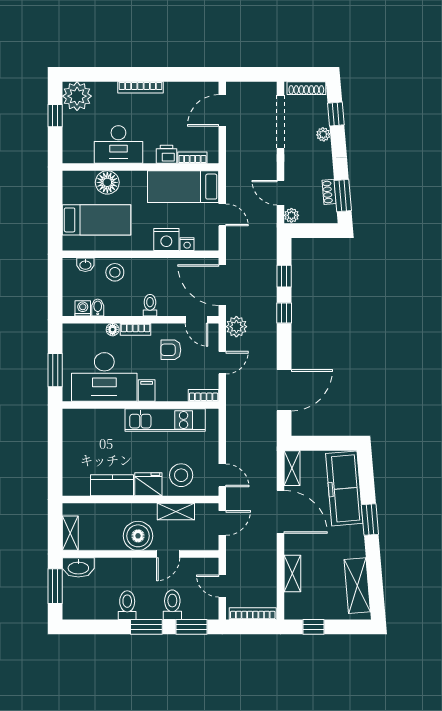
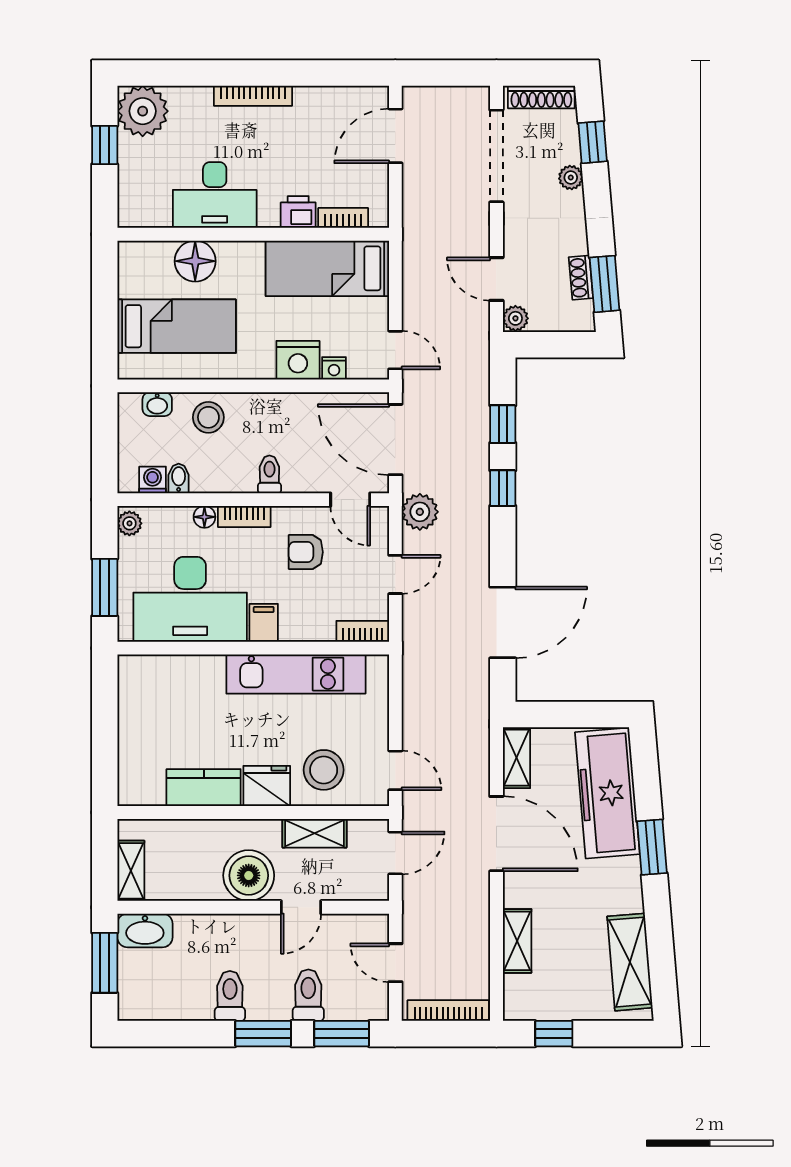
door: (222, 215) -> (395, 350), moved
plant: (69, 333) -> (129, 523), added

